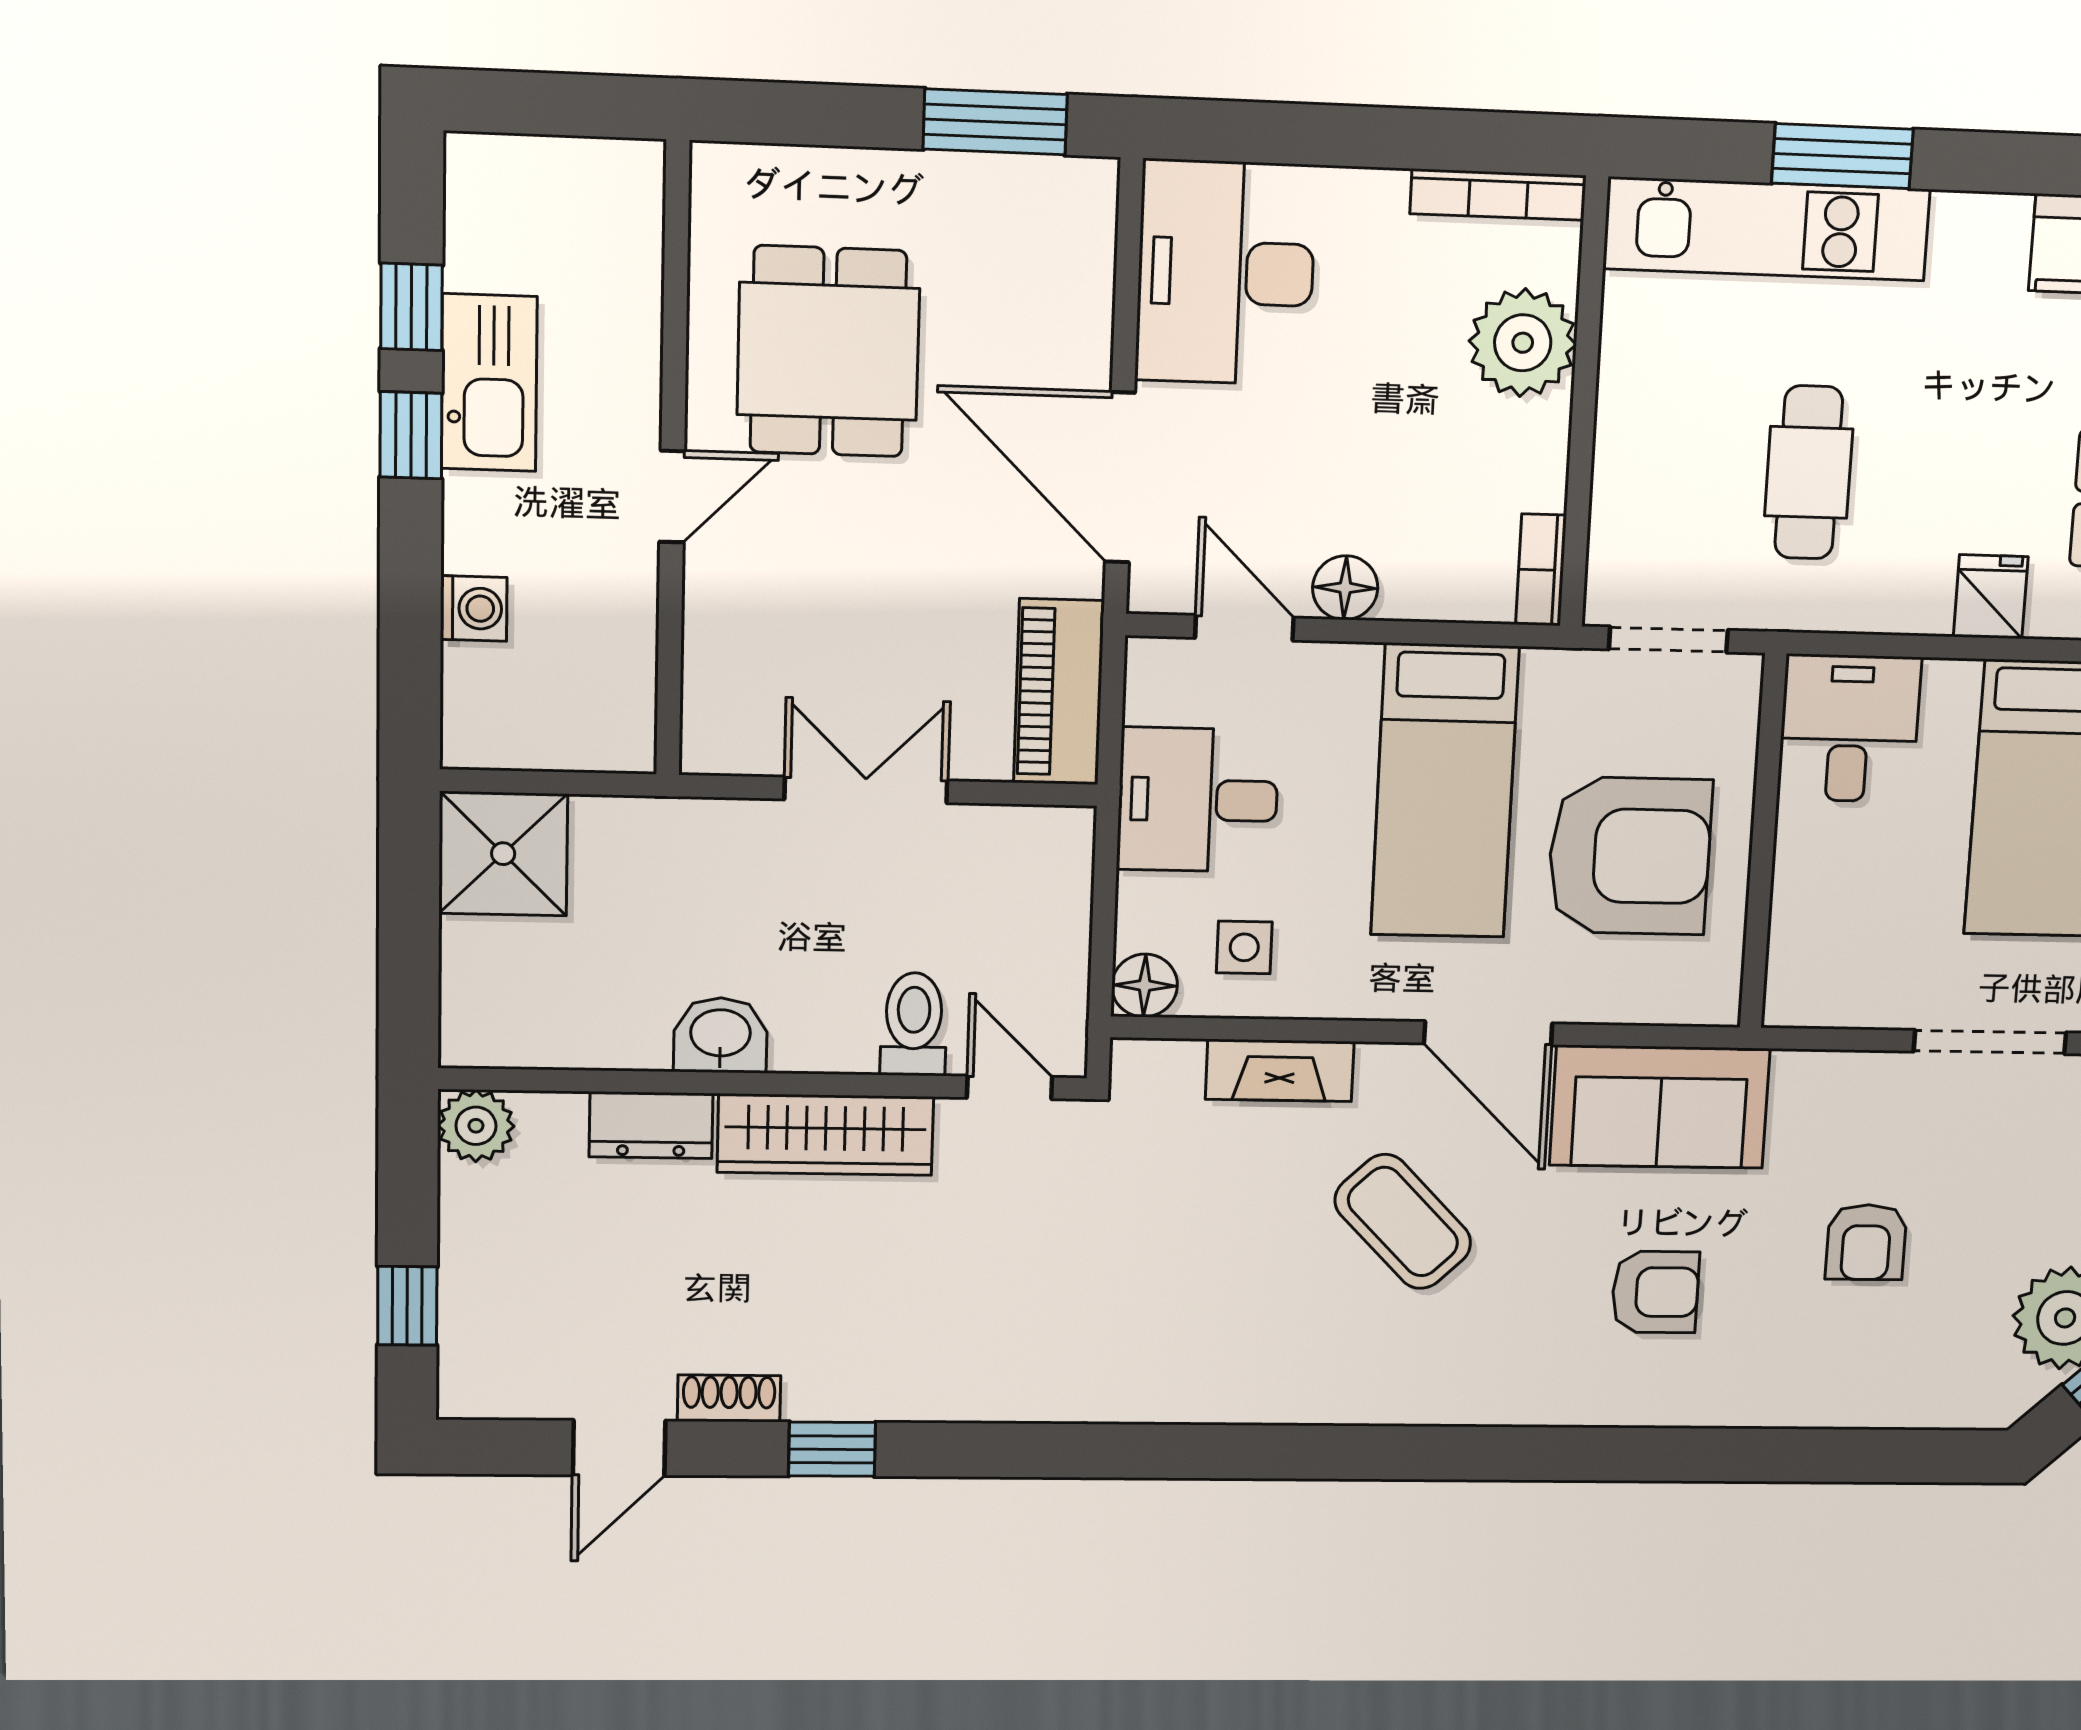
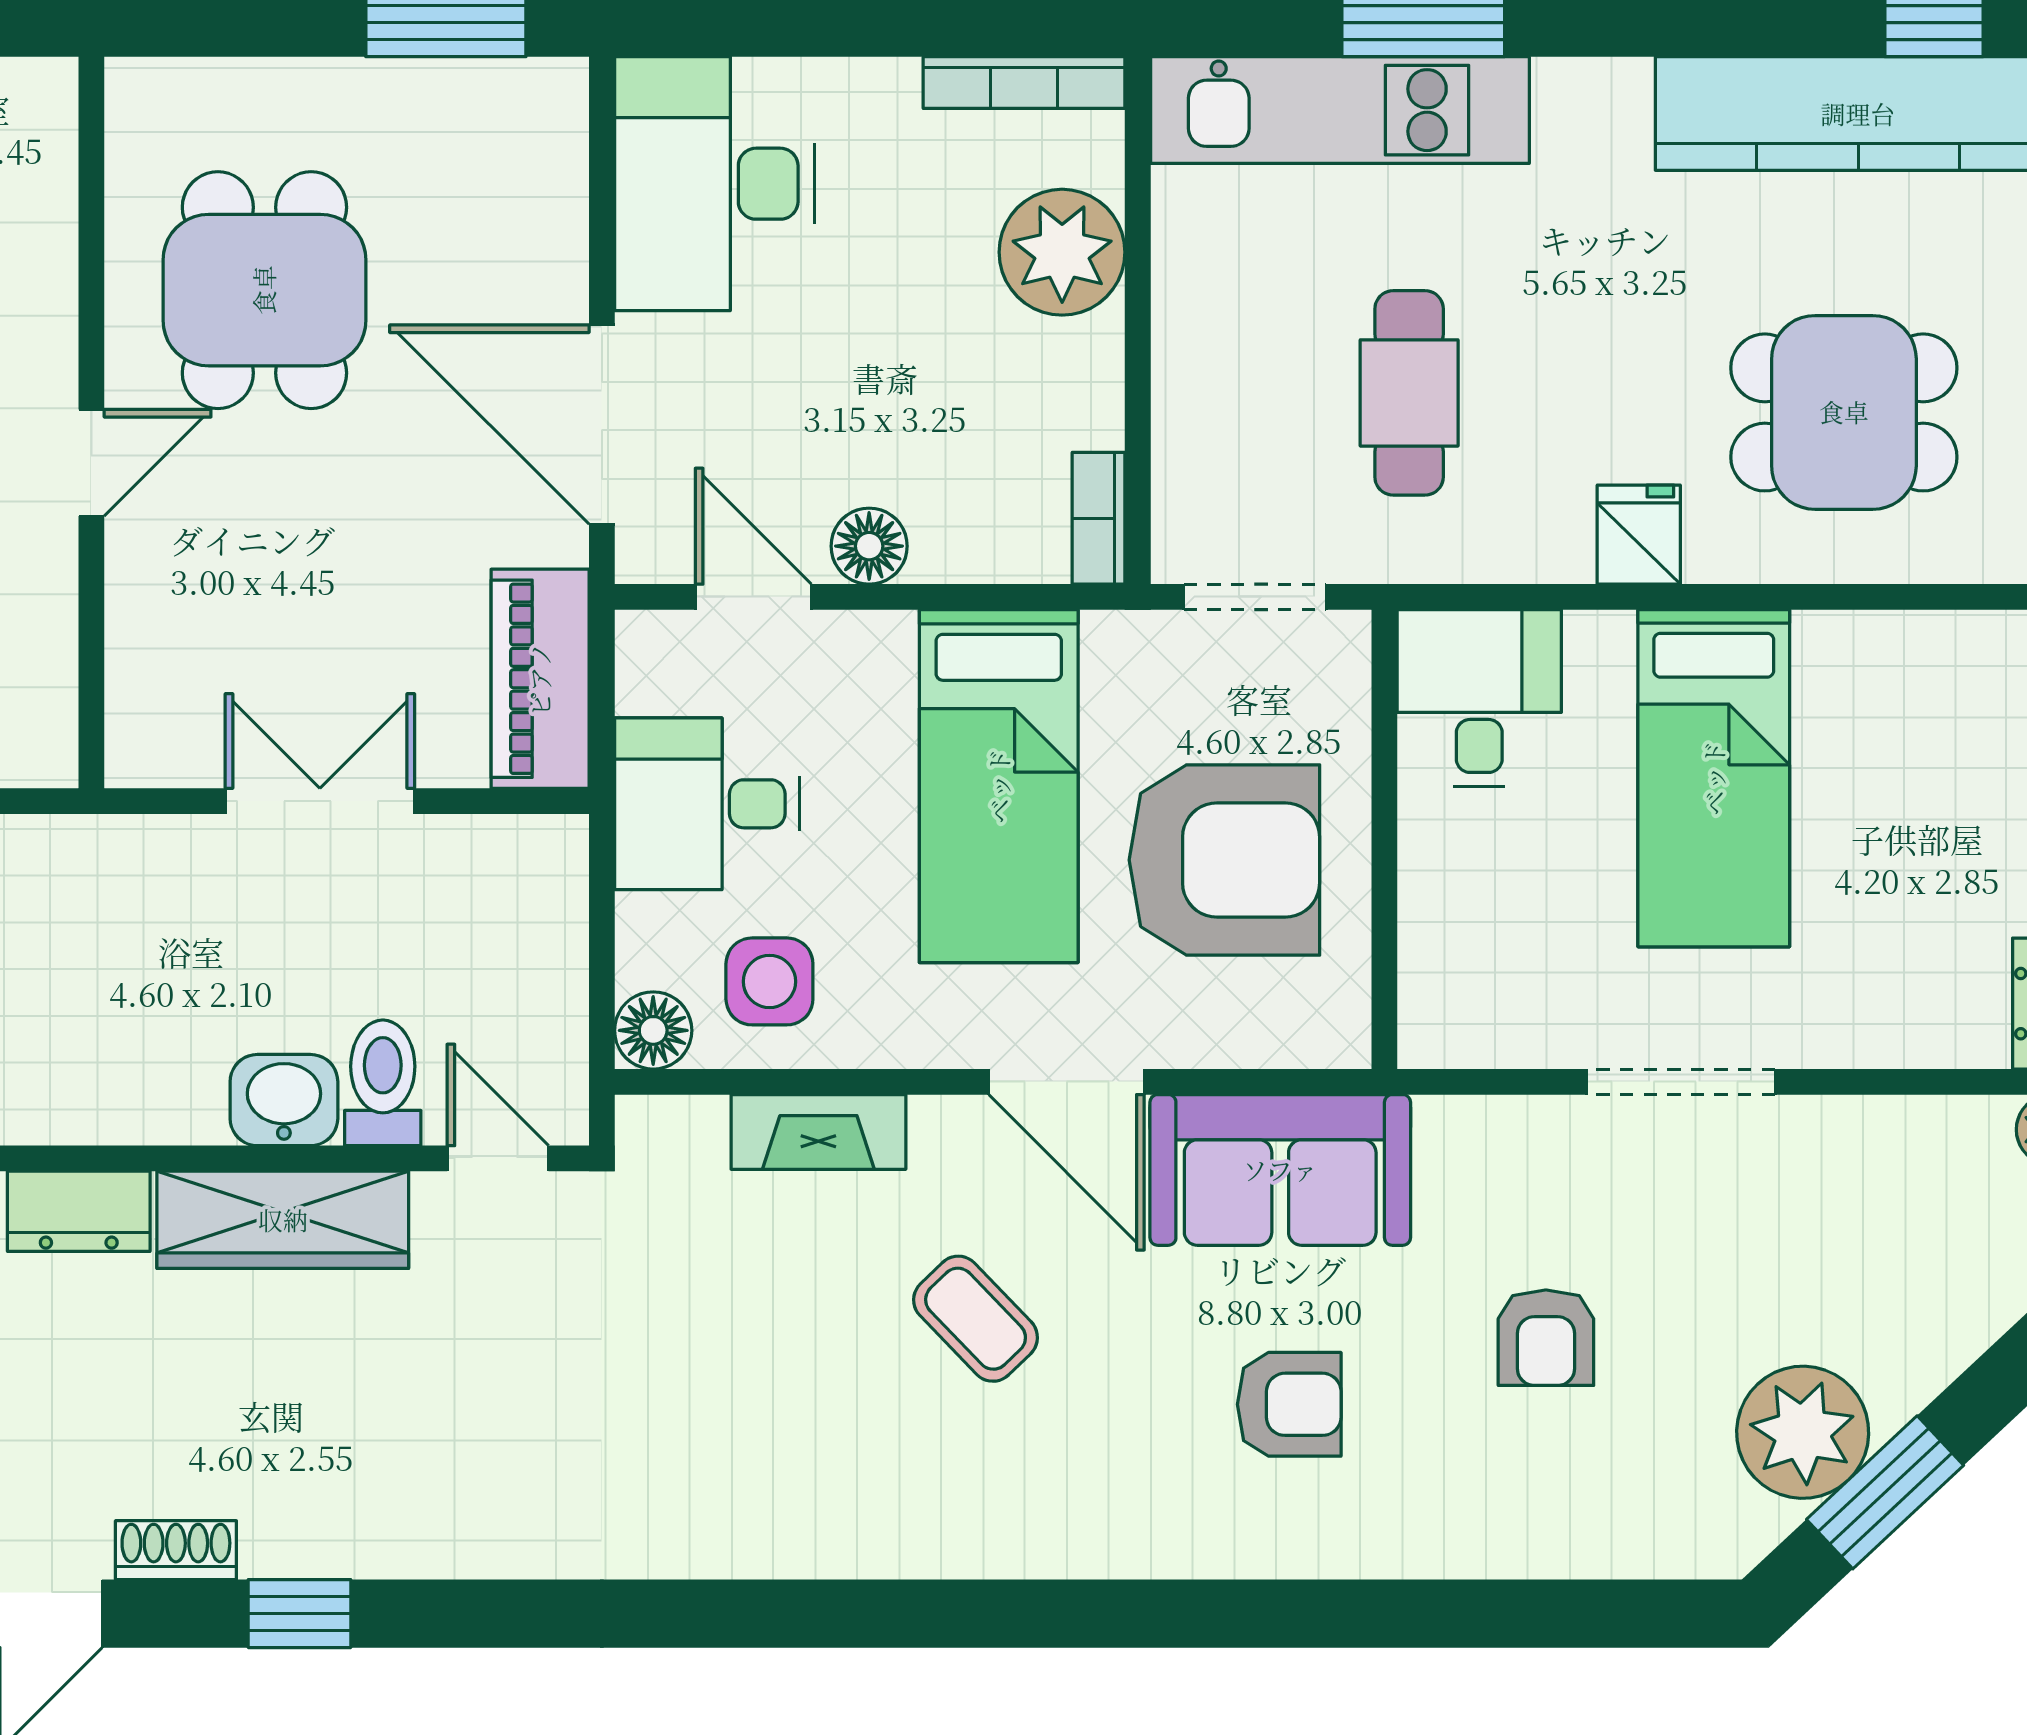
side table: (1244, 947) -> (769, 981), width x1.37, depth x1.37
washbasin: (720, 1035) -> (284, 1100), moved
coffee table: (1403, 1222) -> (976, 1319), width x0.73, depth x0.77

